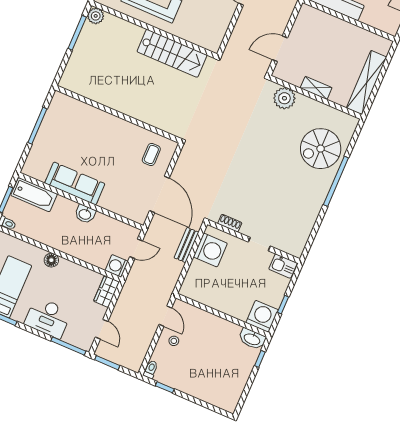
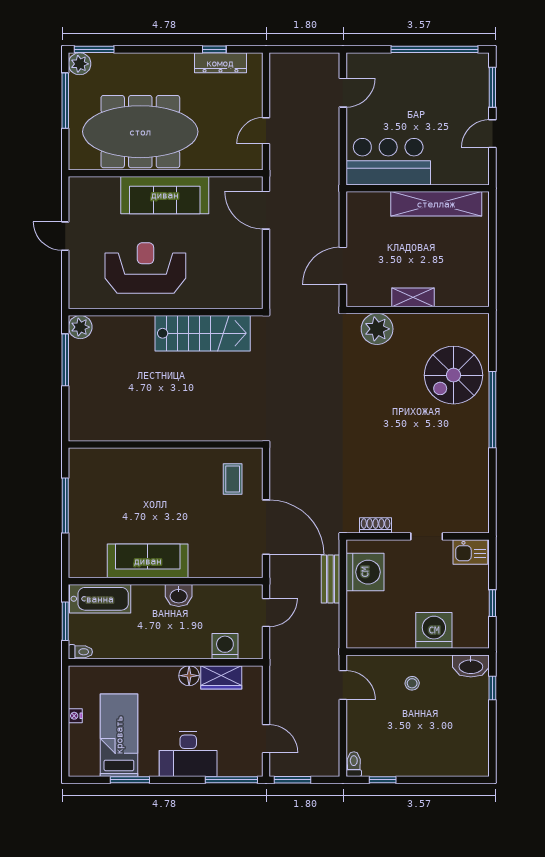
shelving: (367, 82) -> (436, 204), moved, turned 90
floor lamp: (51, 260) -> (189, 676), moved
washing machine: (117, 266) -> (225, 646), moved, turned 90
wardrobe: (106, 291) -> (221, 677), moved, turned -90
washing machine: (262, 316) -> (434, 630), moved
stool: (174, 341) -> (412, 683), moved

